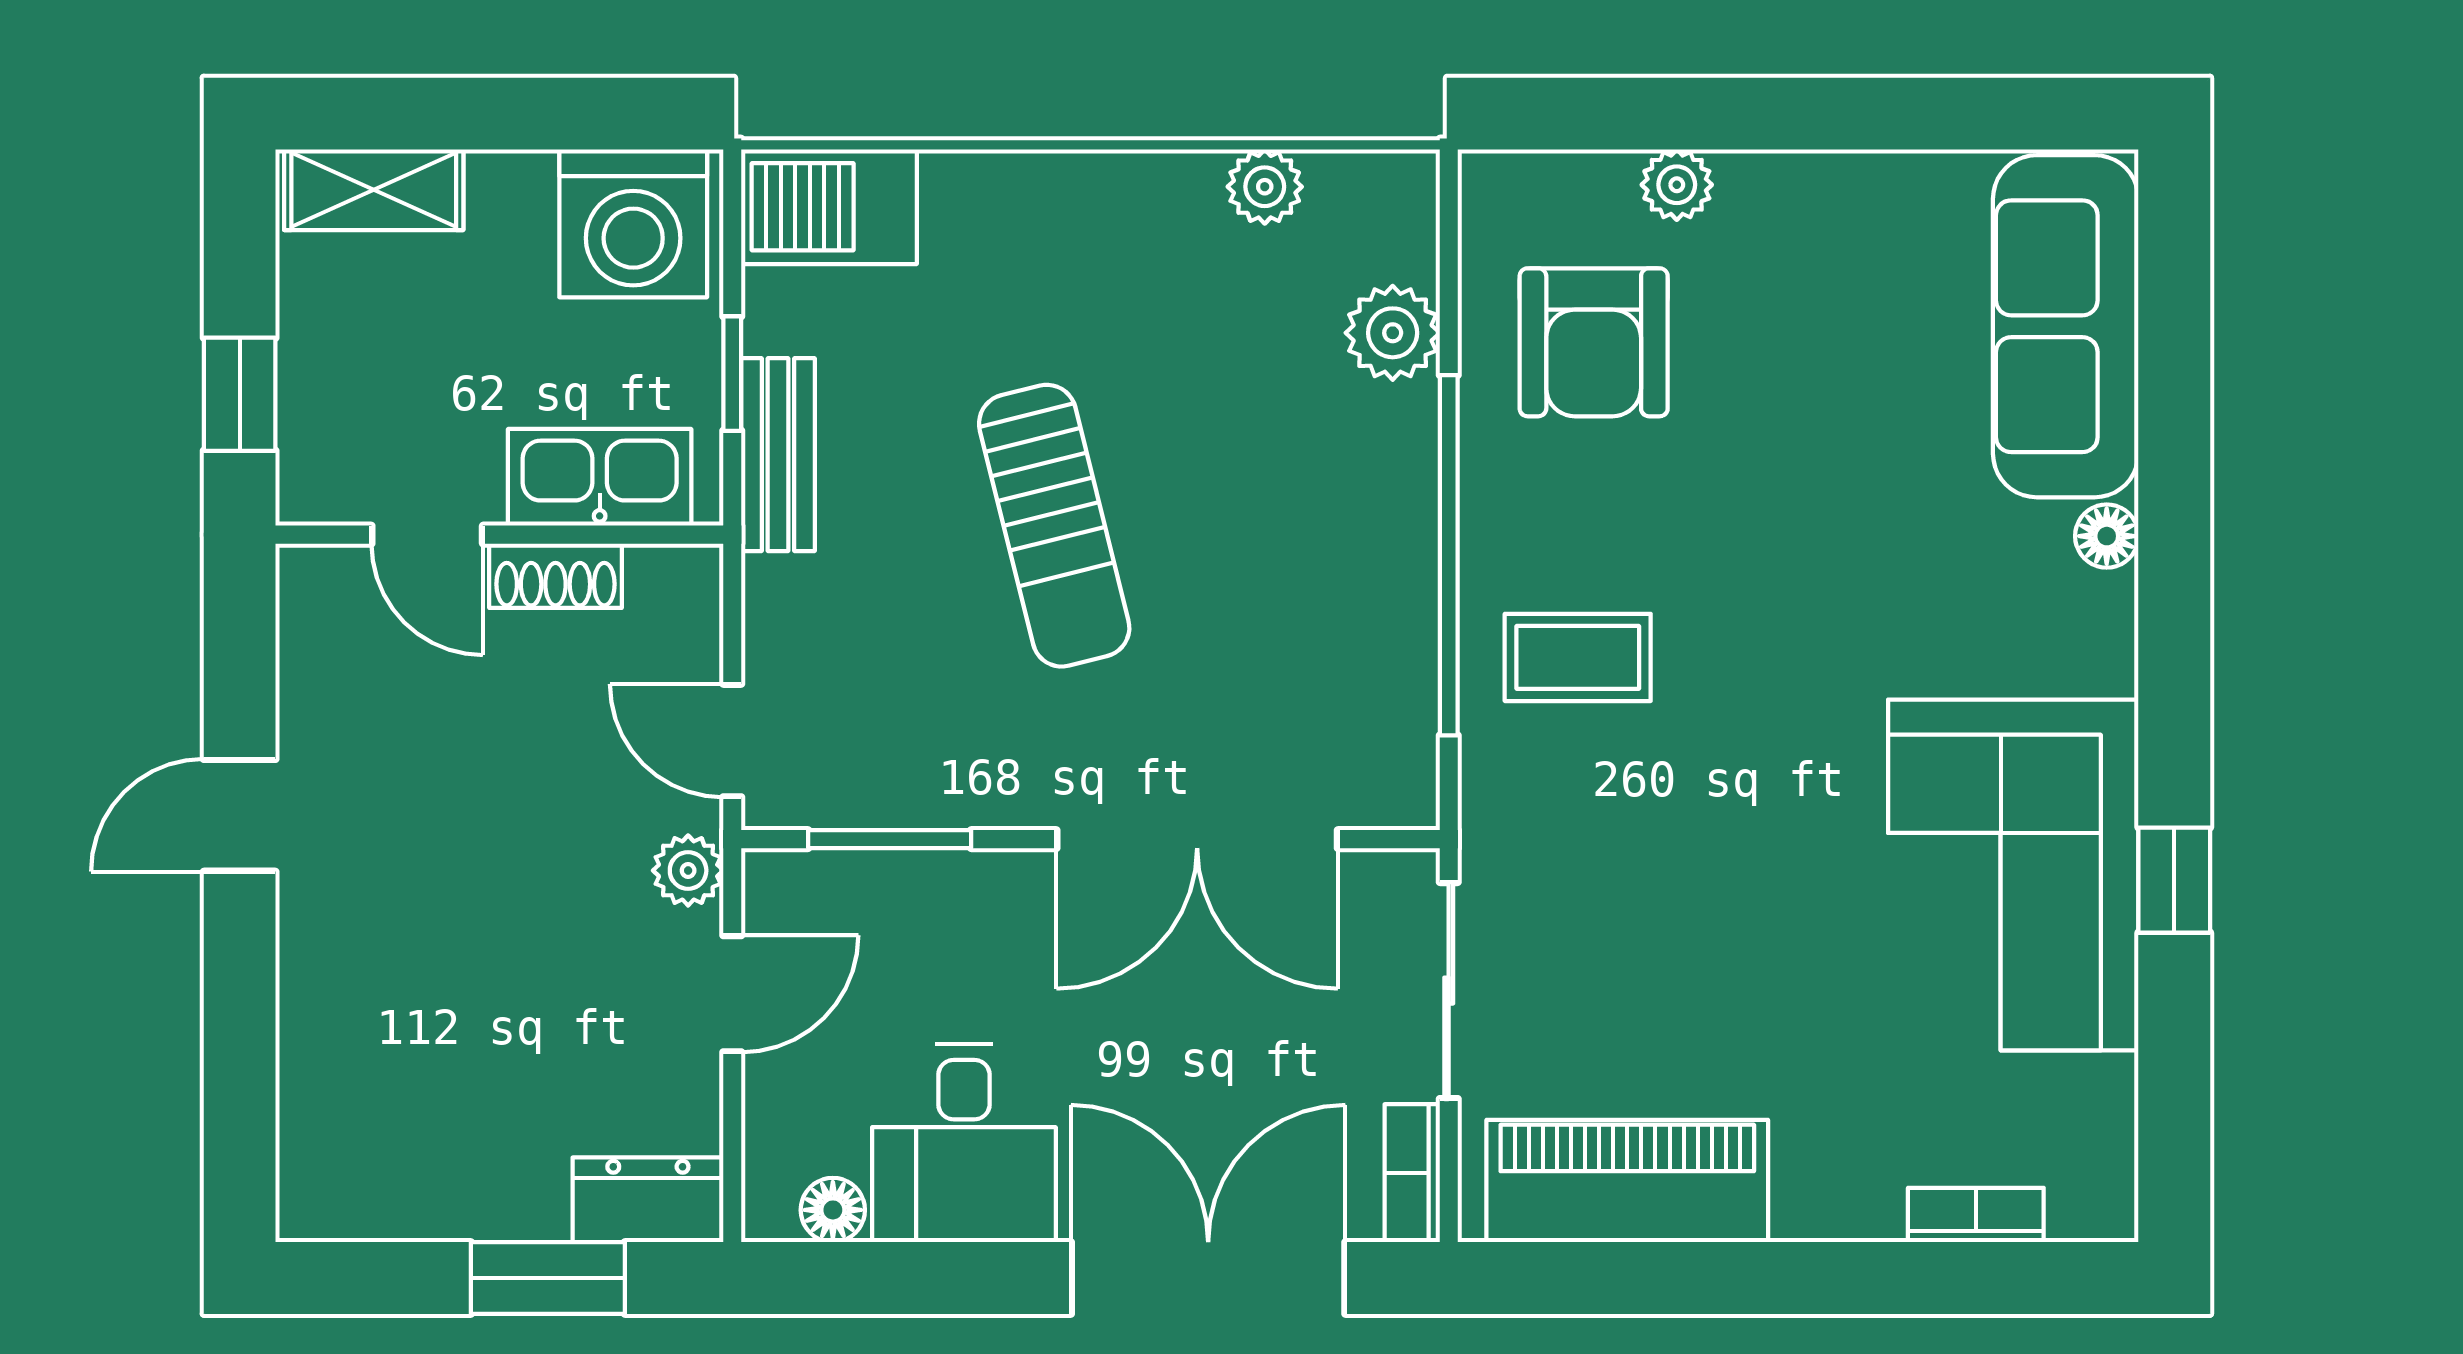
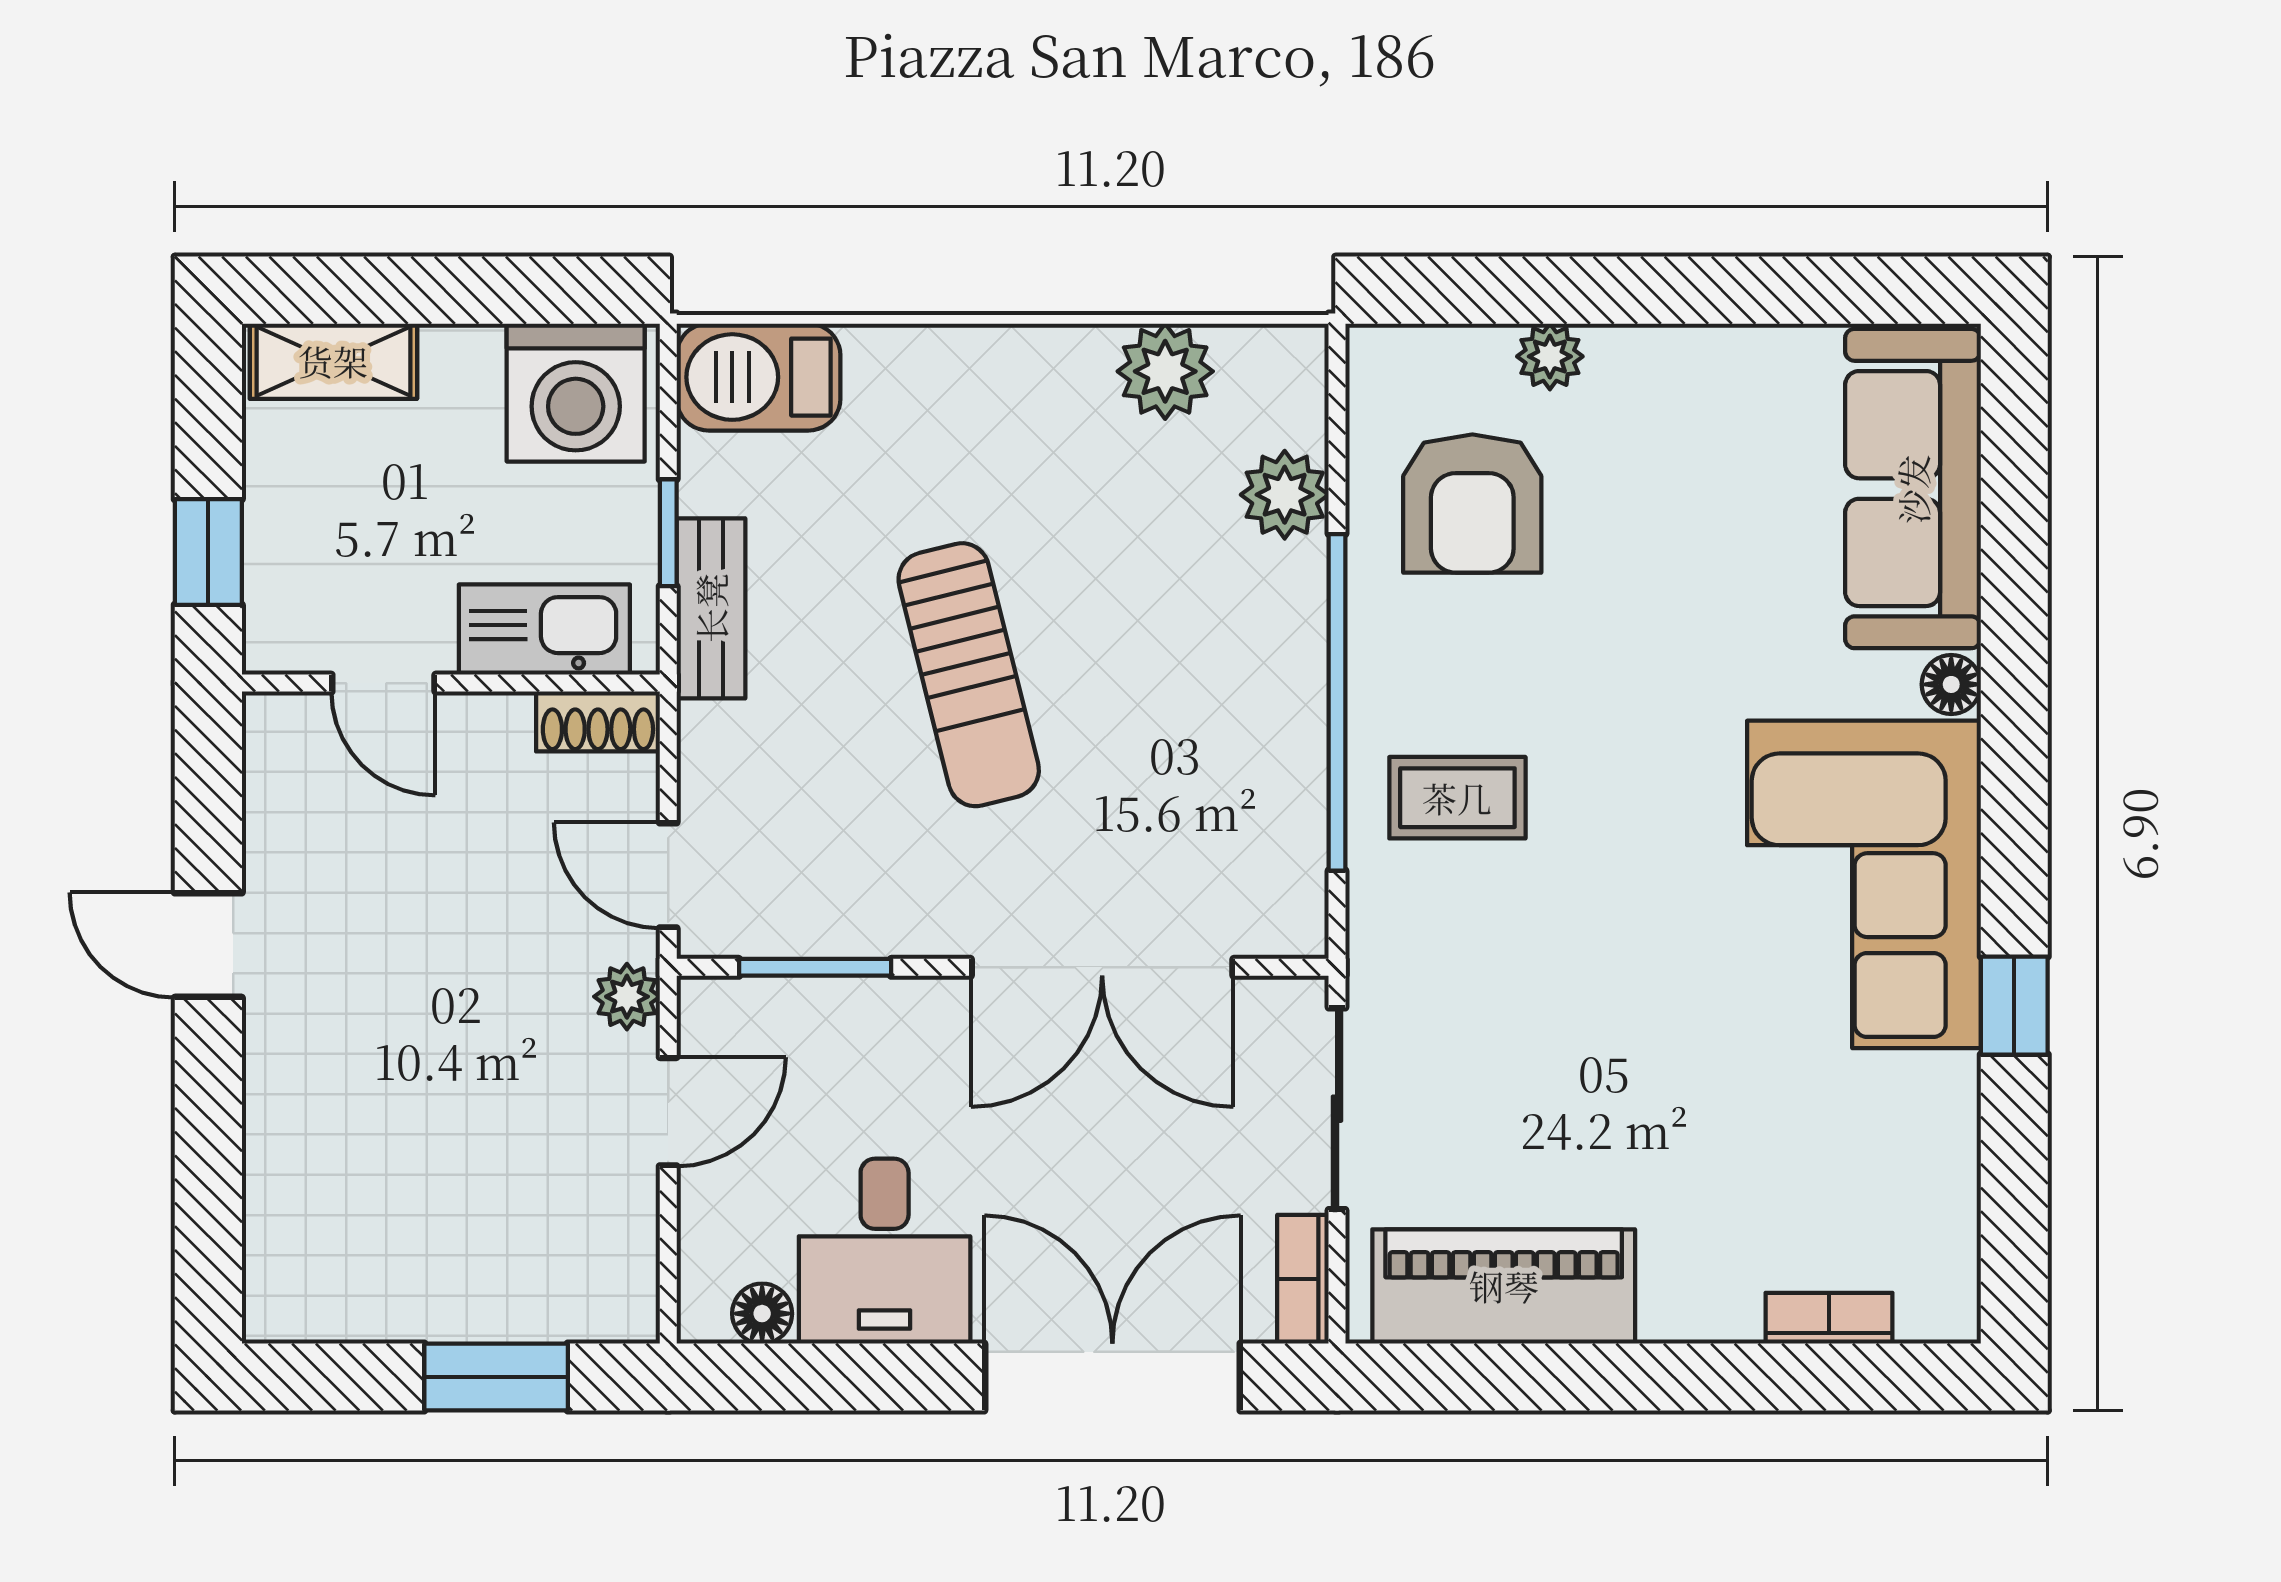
plant: (1265, 187) -> (1165, 371), width x1.38, depth x1.38
shoe rack: (555, 576) -> (598, 721), moved
door: (240, 815) -> (208, 945), hinge flipped
corner sofa: (2013, 875) -> (1864, 884), moved
dresser: (648, 1200) -> (589, 1304), removed

